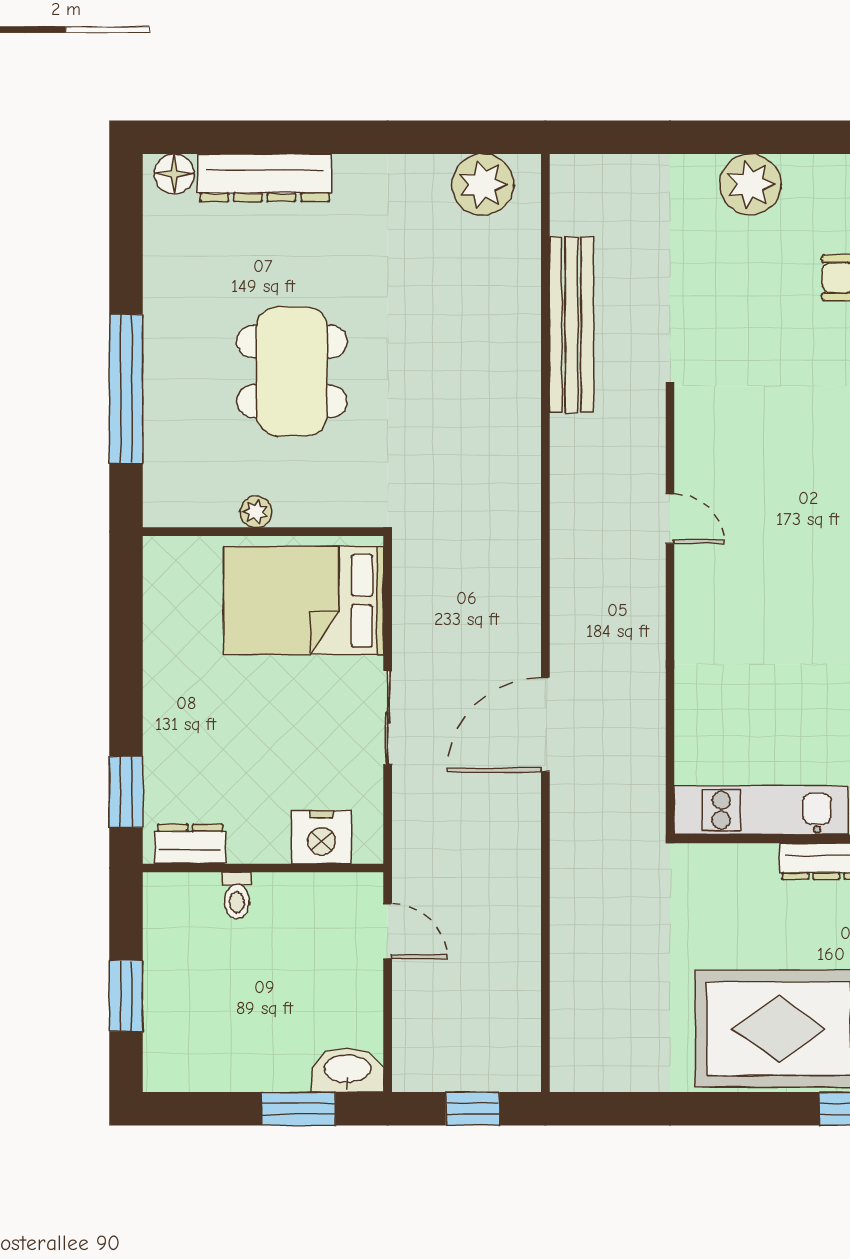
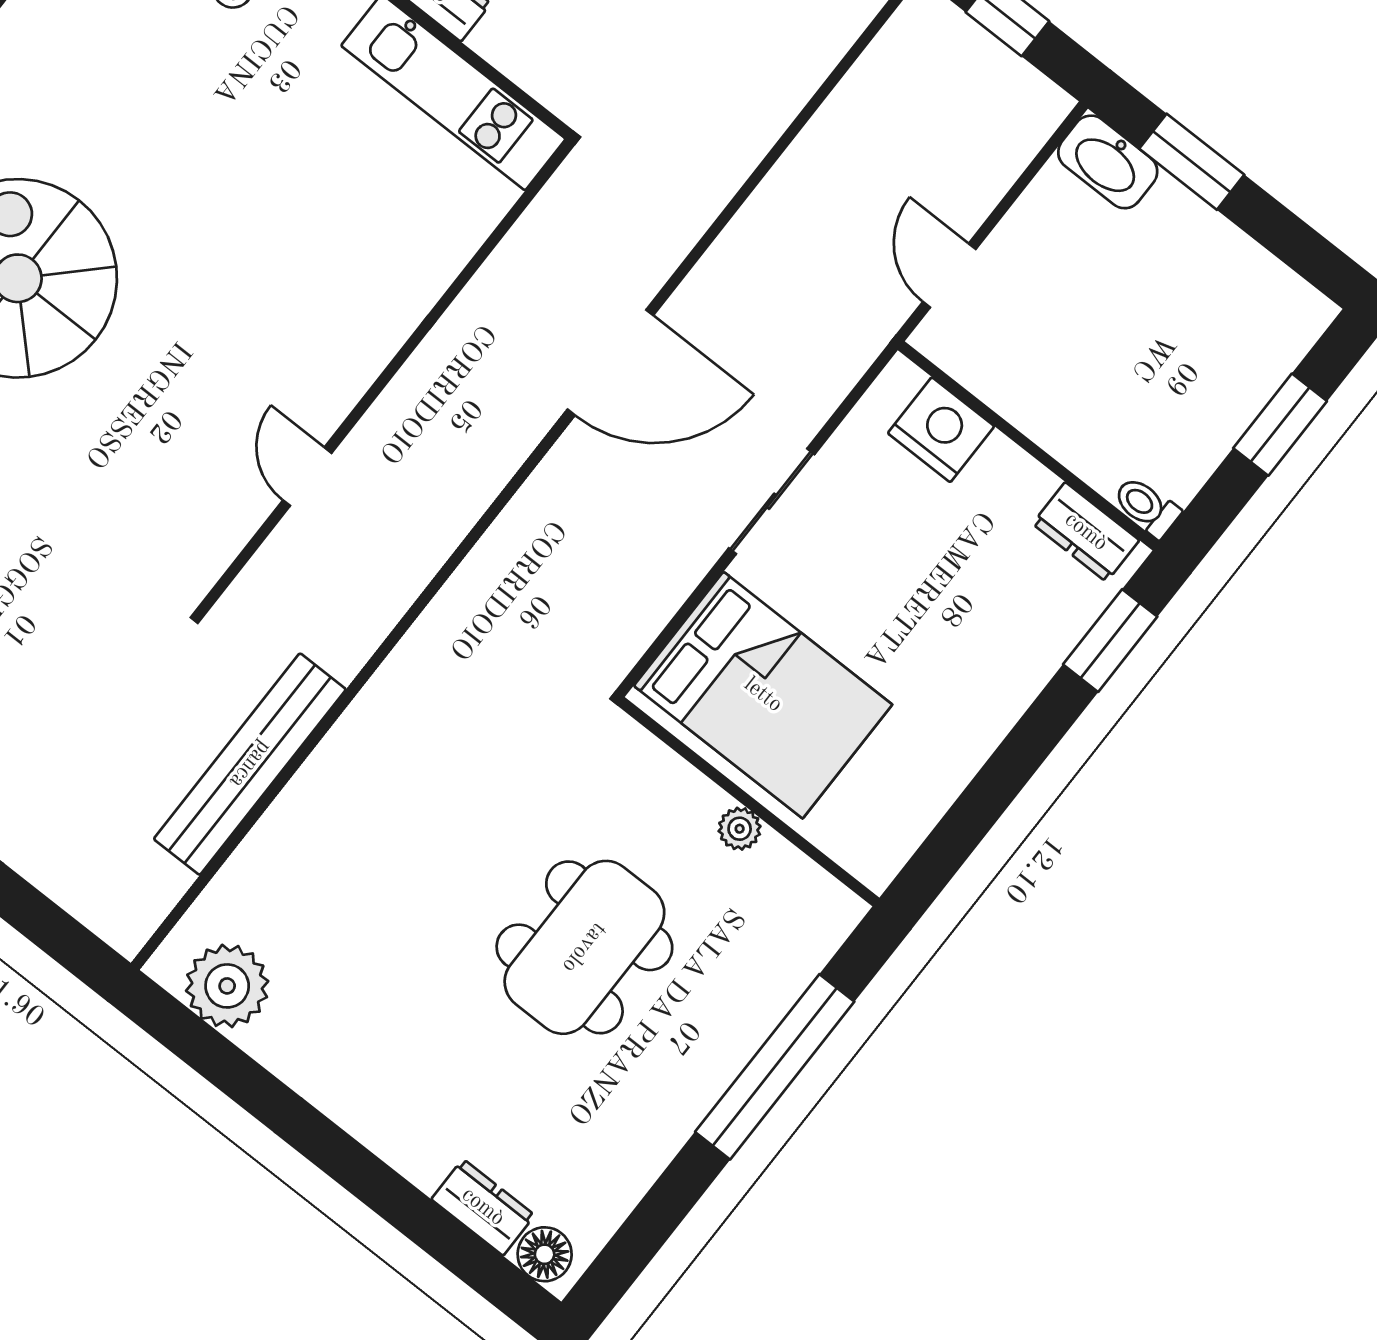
dresser: (265, 178) -> (483, 1207), width x0.51, depth x0.80
toilet: (237, 896) -> (1147, 507), moved, turned -90

